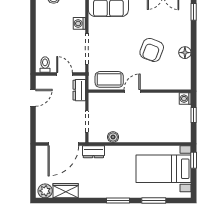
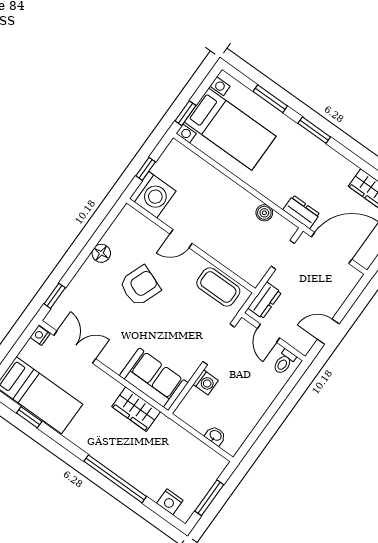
door: (132, 91) -> (181, 239), moved
washing machine: (185, 99) -> (153, 195), width x1.89, depth x1.89

